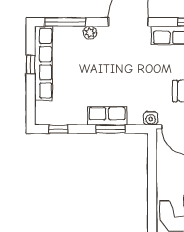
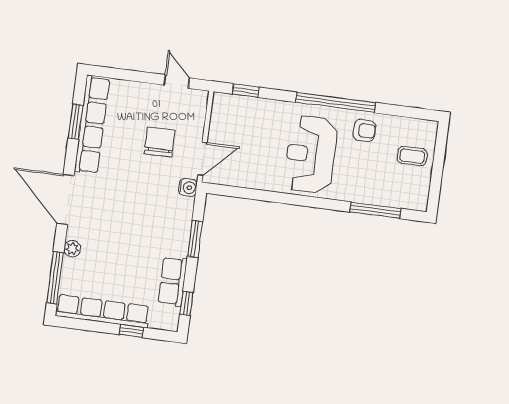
window: (31, 64) -> (131, 331), moved
row of seats: (107, 116) -> (173, 281), moved

